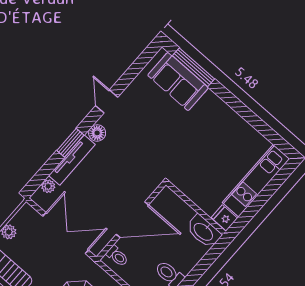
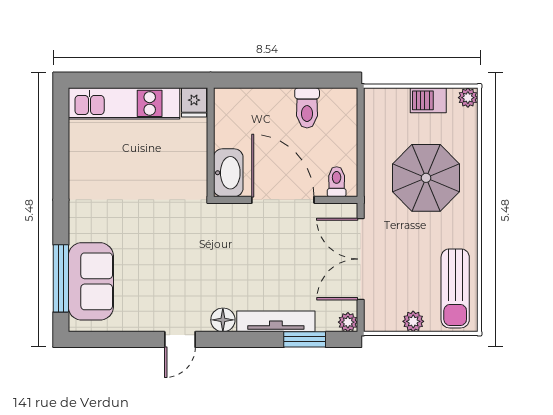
window: (70, 143) -> (305, 339), moved
plant: (48, 186) -> (348, 322), moved
washbasin: (204, 231) -> (228, 173), moved

